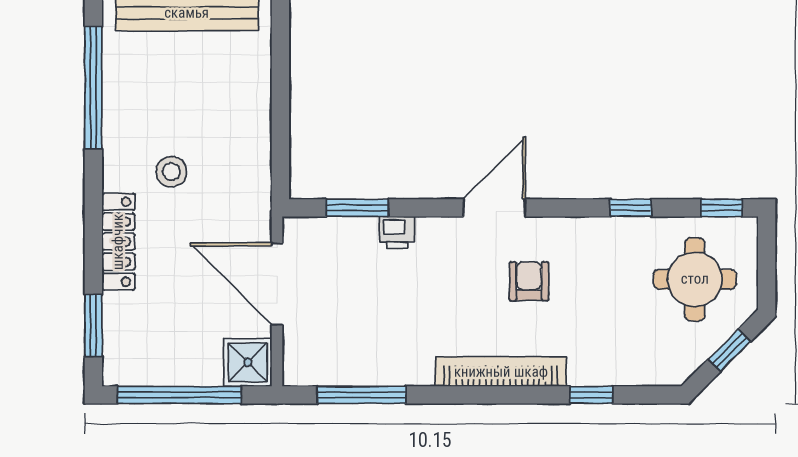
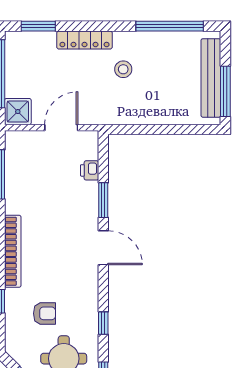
window: (357, 208) -> (103, 200), moved
printer: (397, 232) -> (90, 170), moved
armchair: (529, 281) -> (45, 313), moved
door: (277, 284) -> (61, 128), width x0.73

